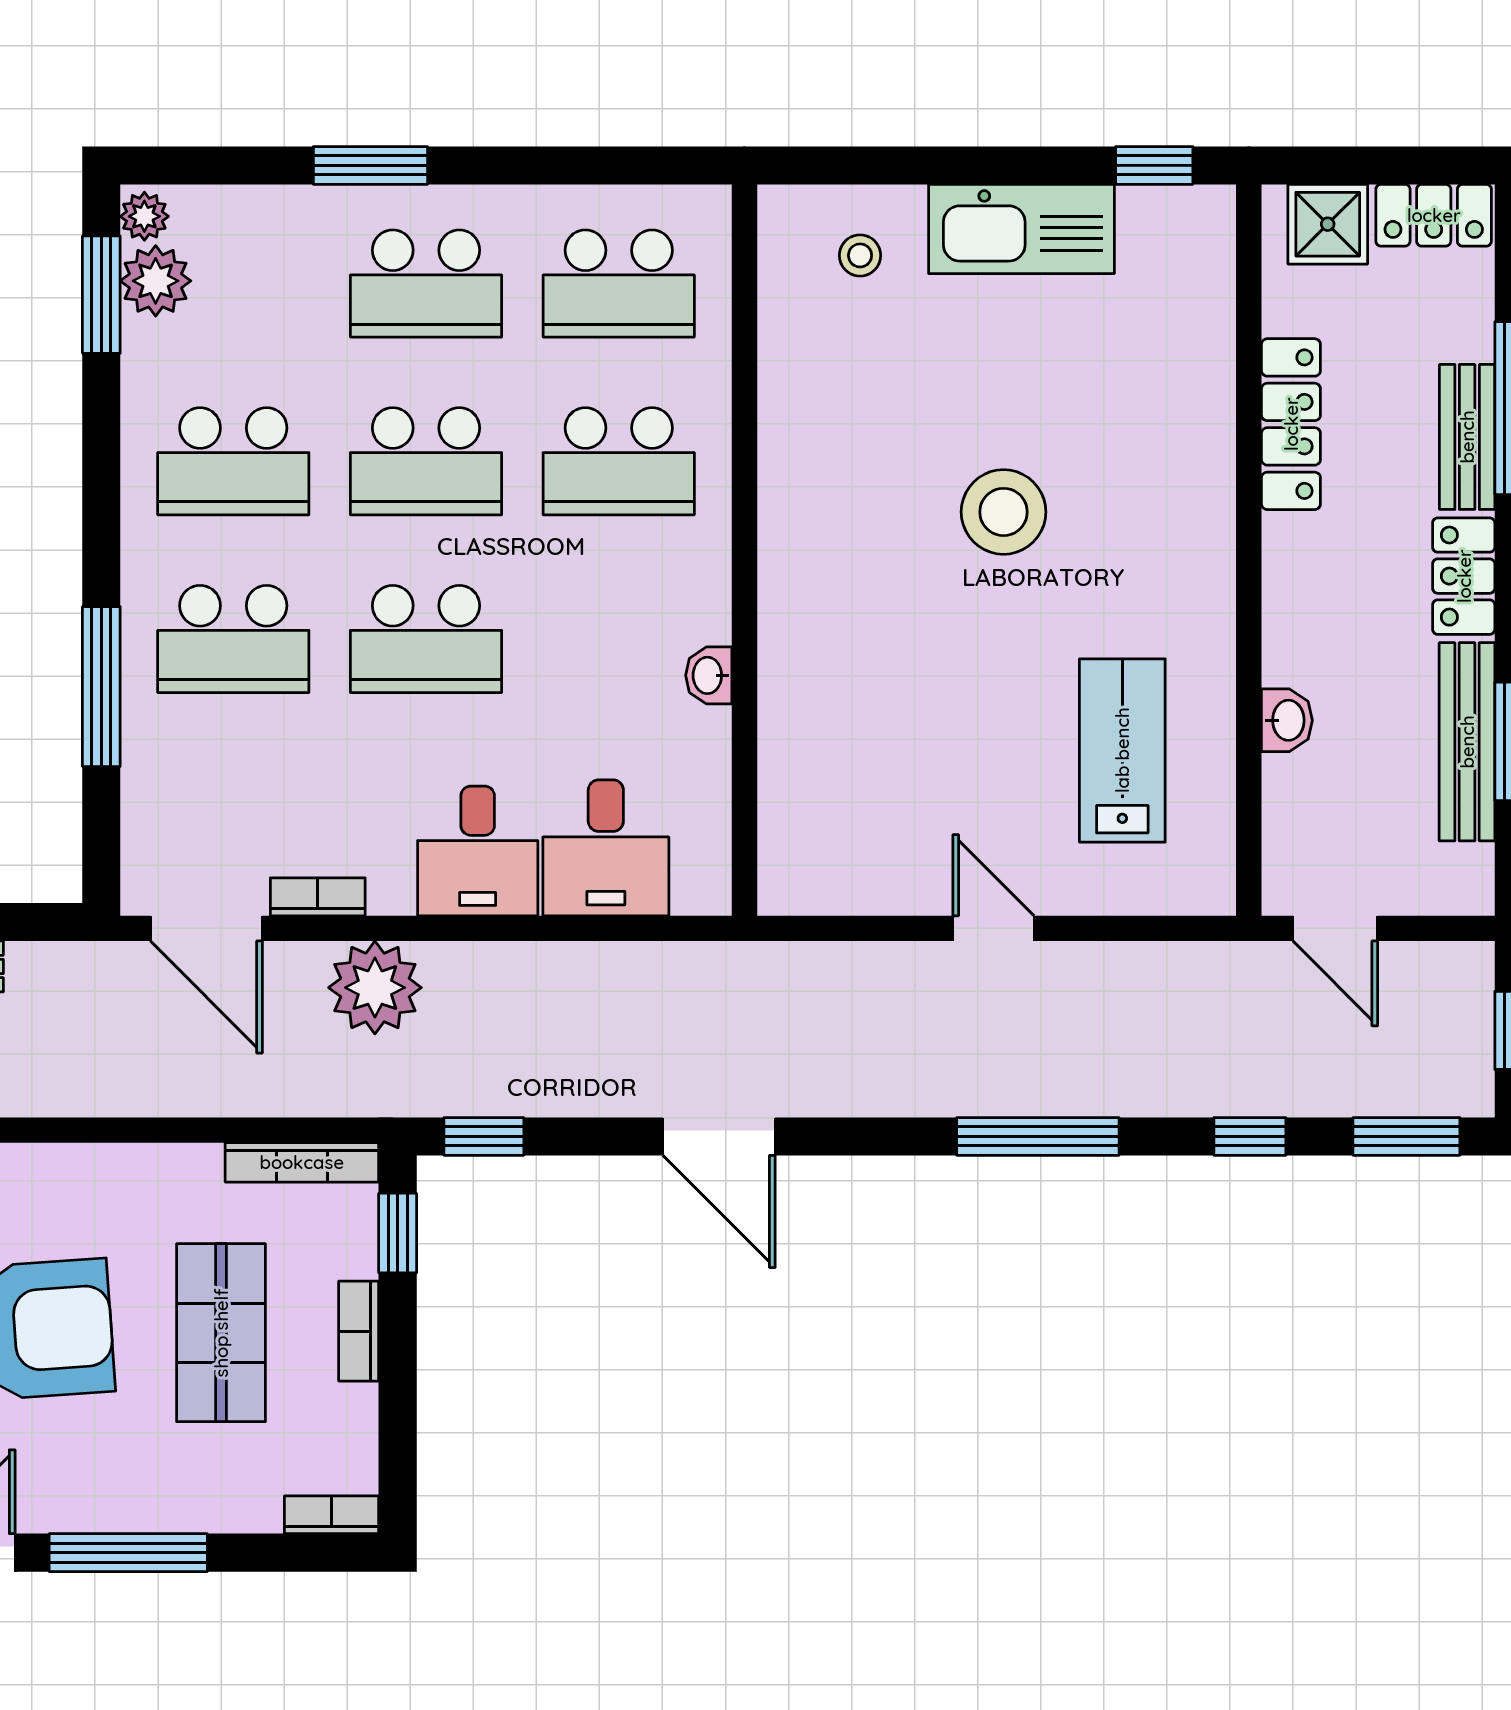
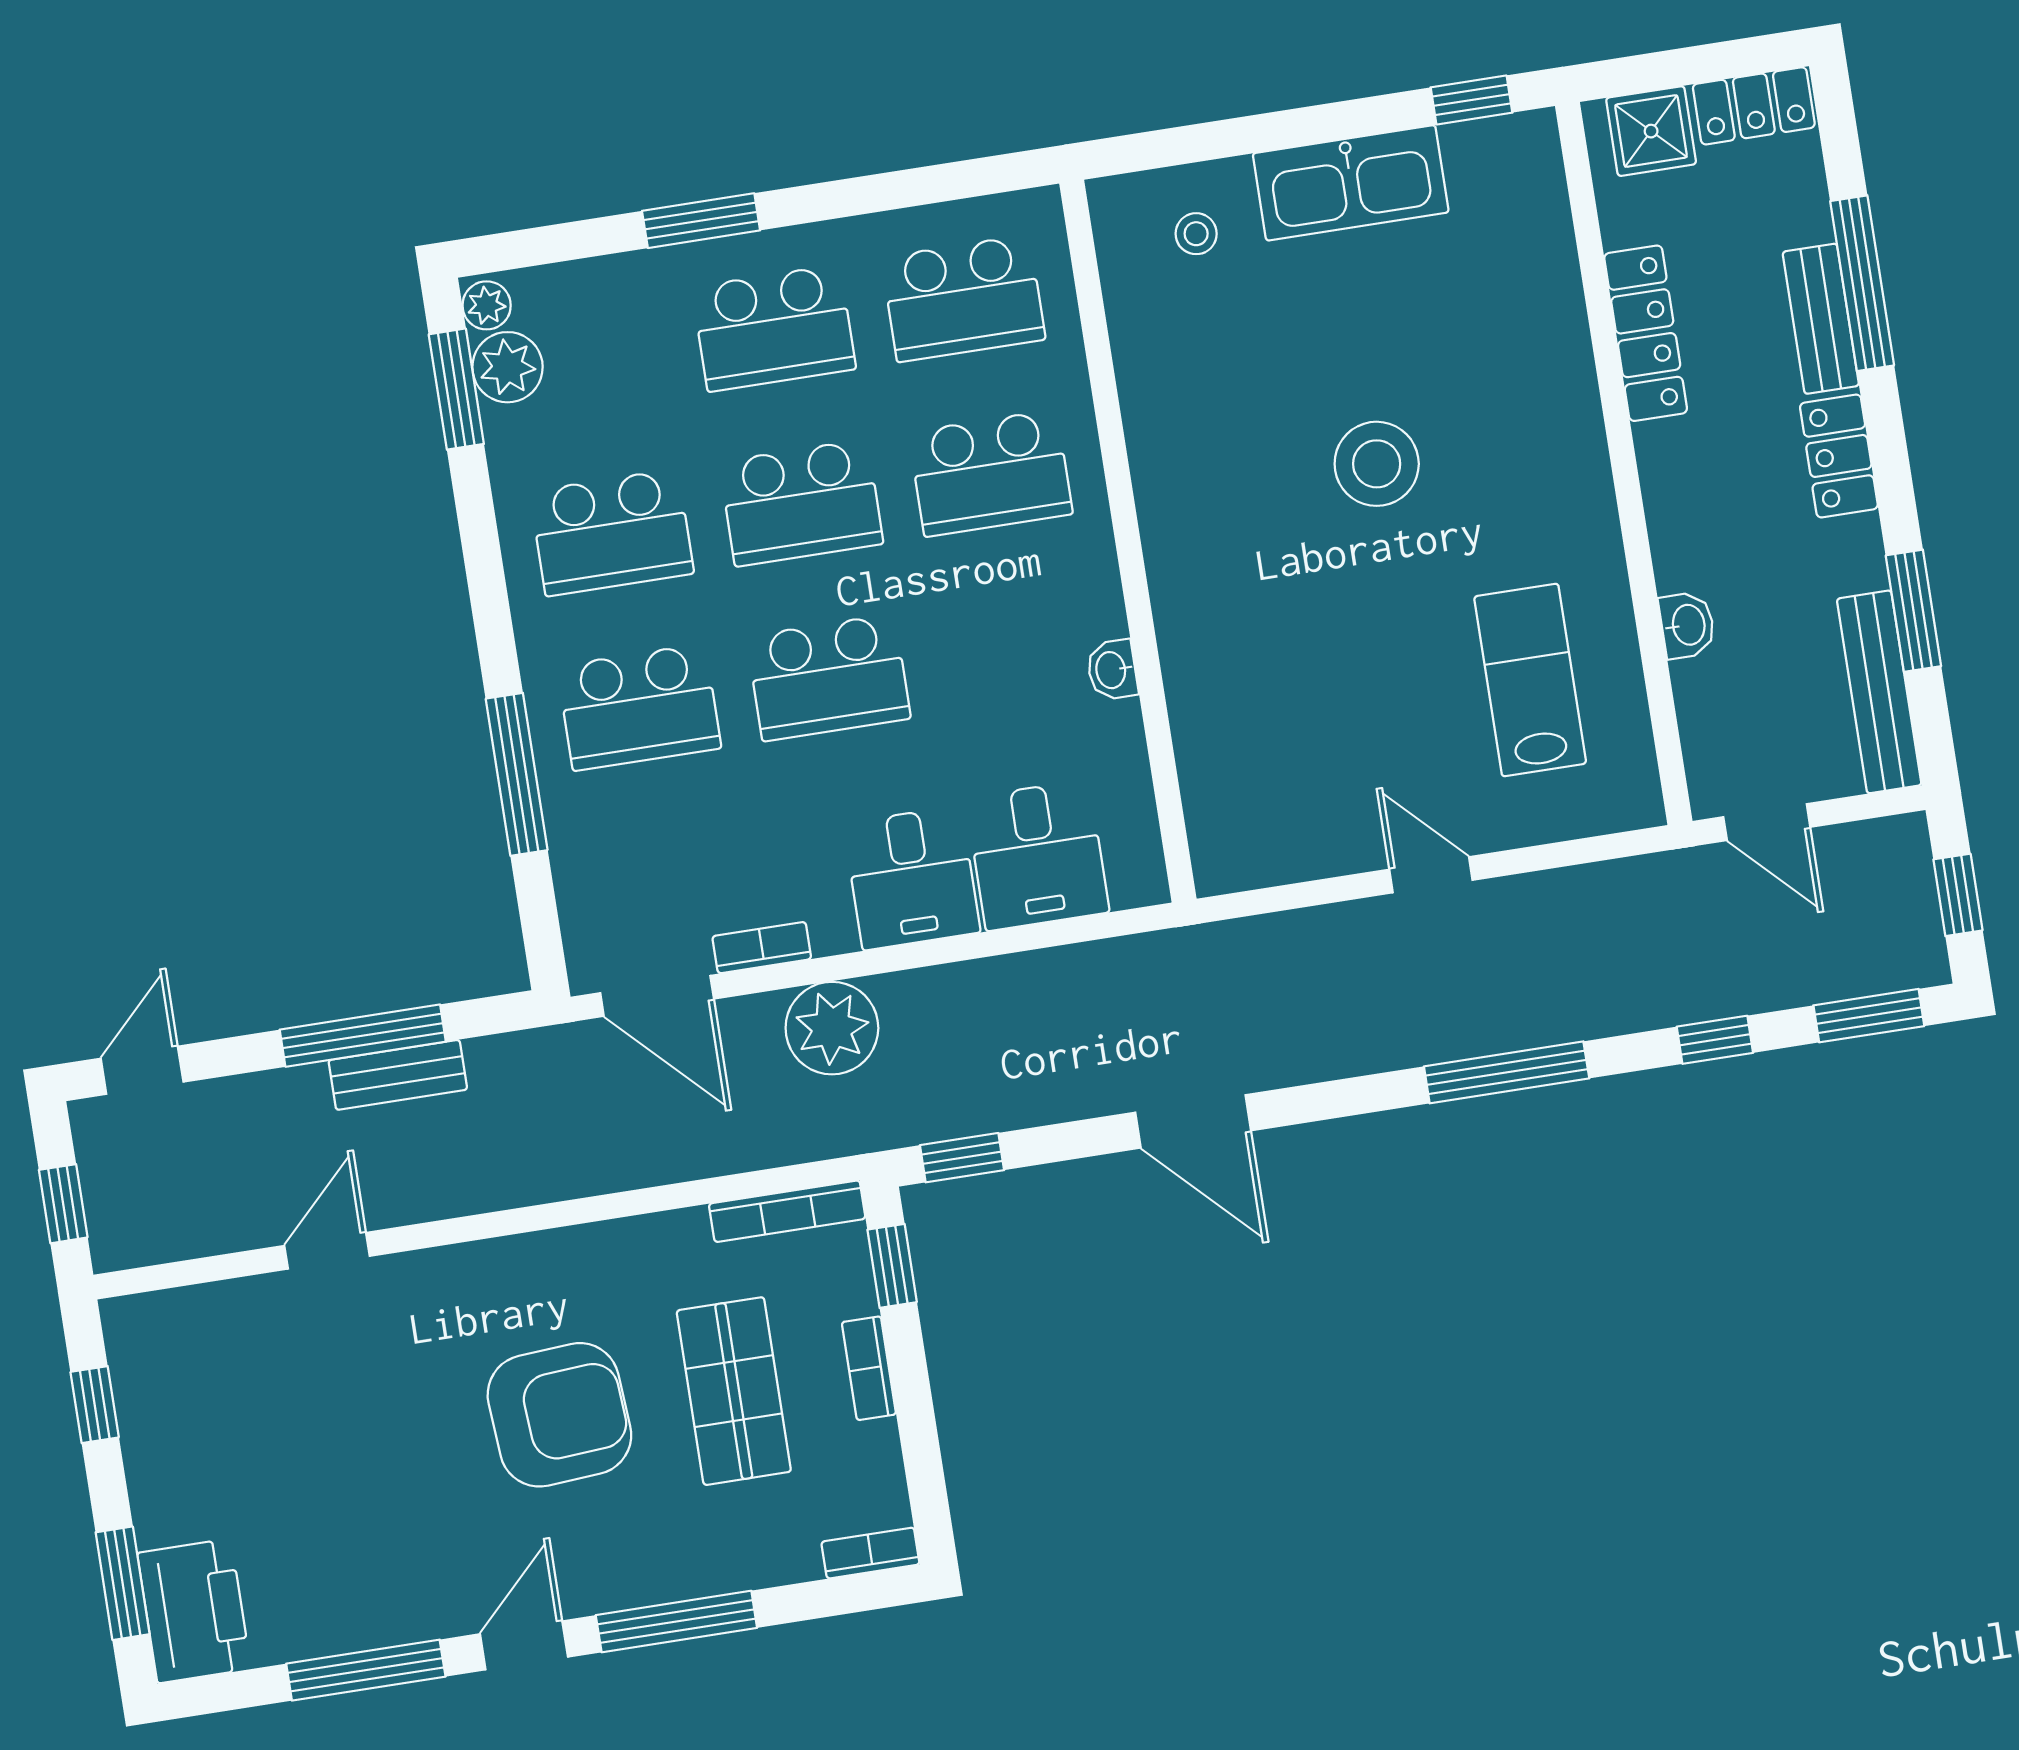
bench: (1467, 742) -> (1879, 692), moved

